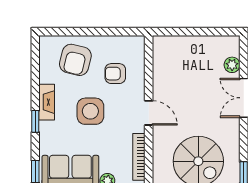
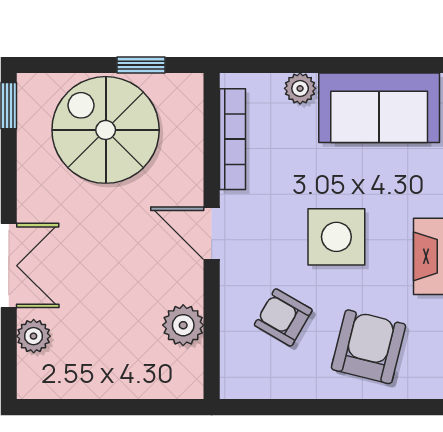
plant: (162, 70) -> (183, 325), added
armchair: (115, 74) -> (283, 317), turned -150

